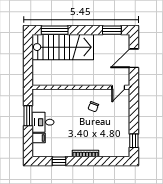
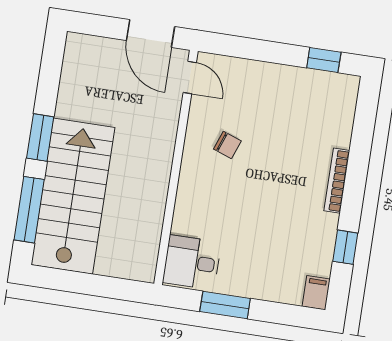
window: (112, 30) -> (40, 138), moved
door: (134, 58) -> (150, 34), moved
desk: (43, 122) -> (192, 262), moved, turned 90
filing cabinet: (39, 138) -> (316, 293), moved

